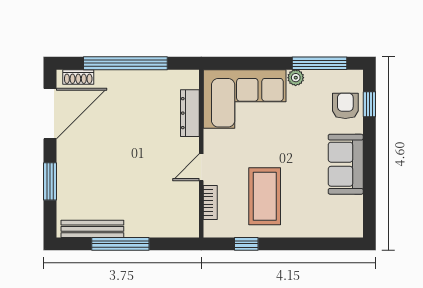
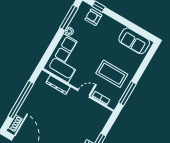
sofa: (346, 164) -> (134, 41), moved
door: (201, 167) -> (84, 93), swing flipped
window: (246, 244) -> (127, 93), width x2.17

